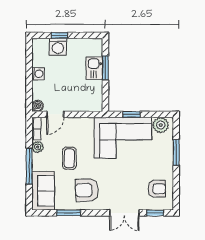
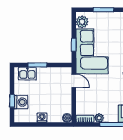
kitchen sink: (94, 68) -> (27, 74), moved
door: (55, 114) -> (74, 81), moved
coffee table: (69, 158) -> (108, 93), removed

